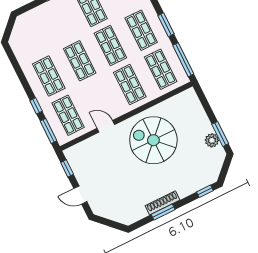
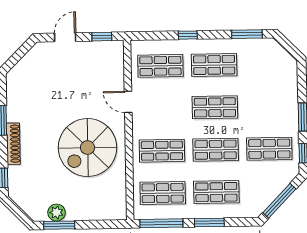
door: (106, 126) -> (128, 102), swing flipped
window: (48, 131) -> (247, 34), moved
spiral stairs: (153, 140) -> (88, 148), turned 180
shoe rack: (163, 203) -> (13, 144), moved

